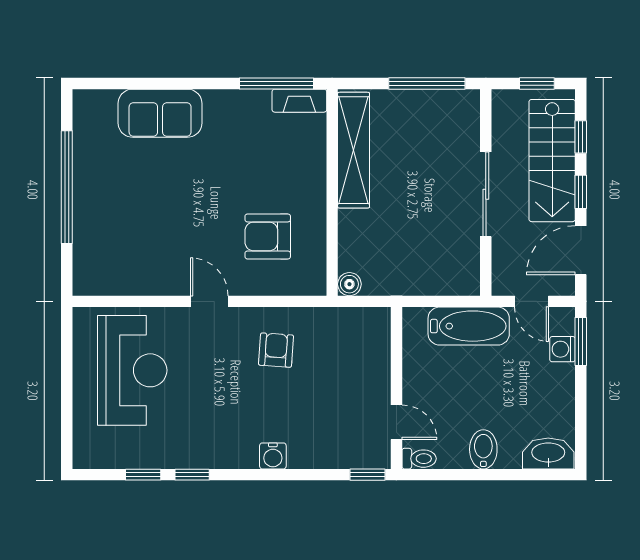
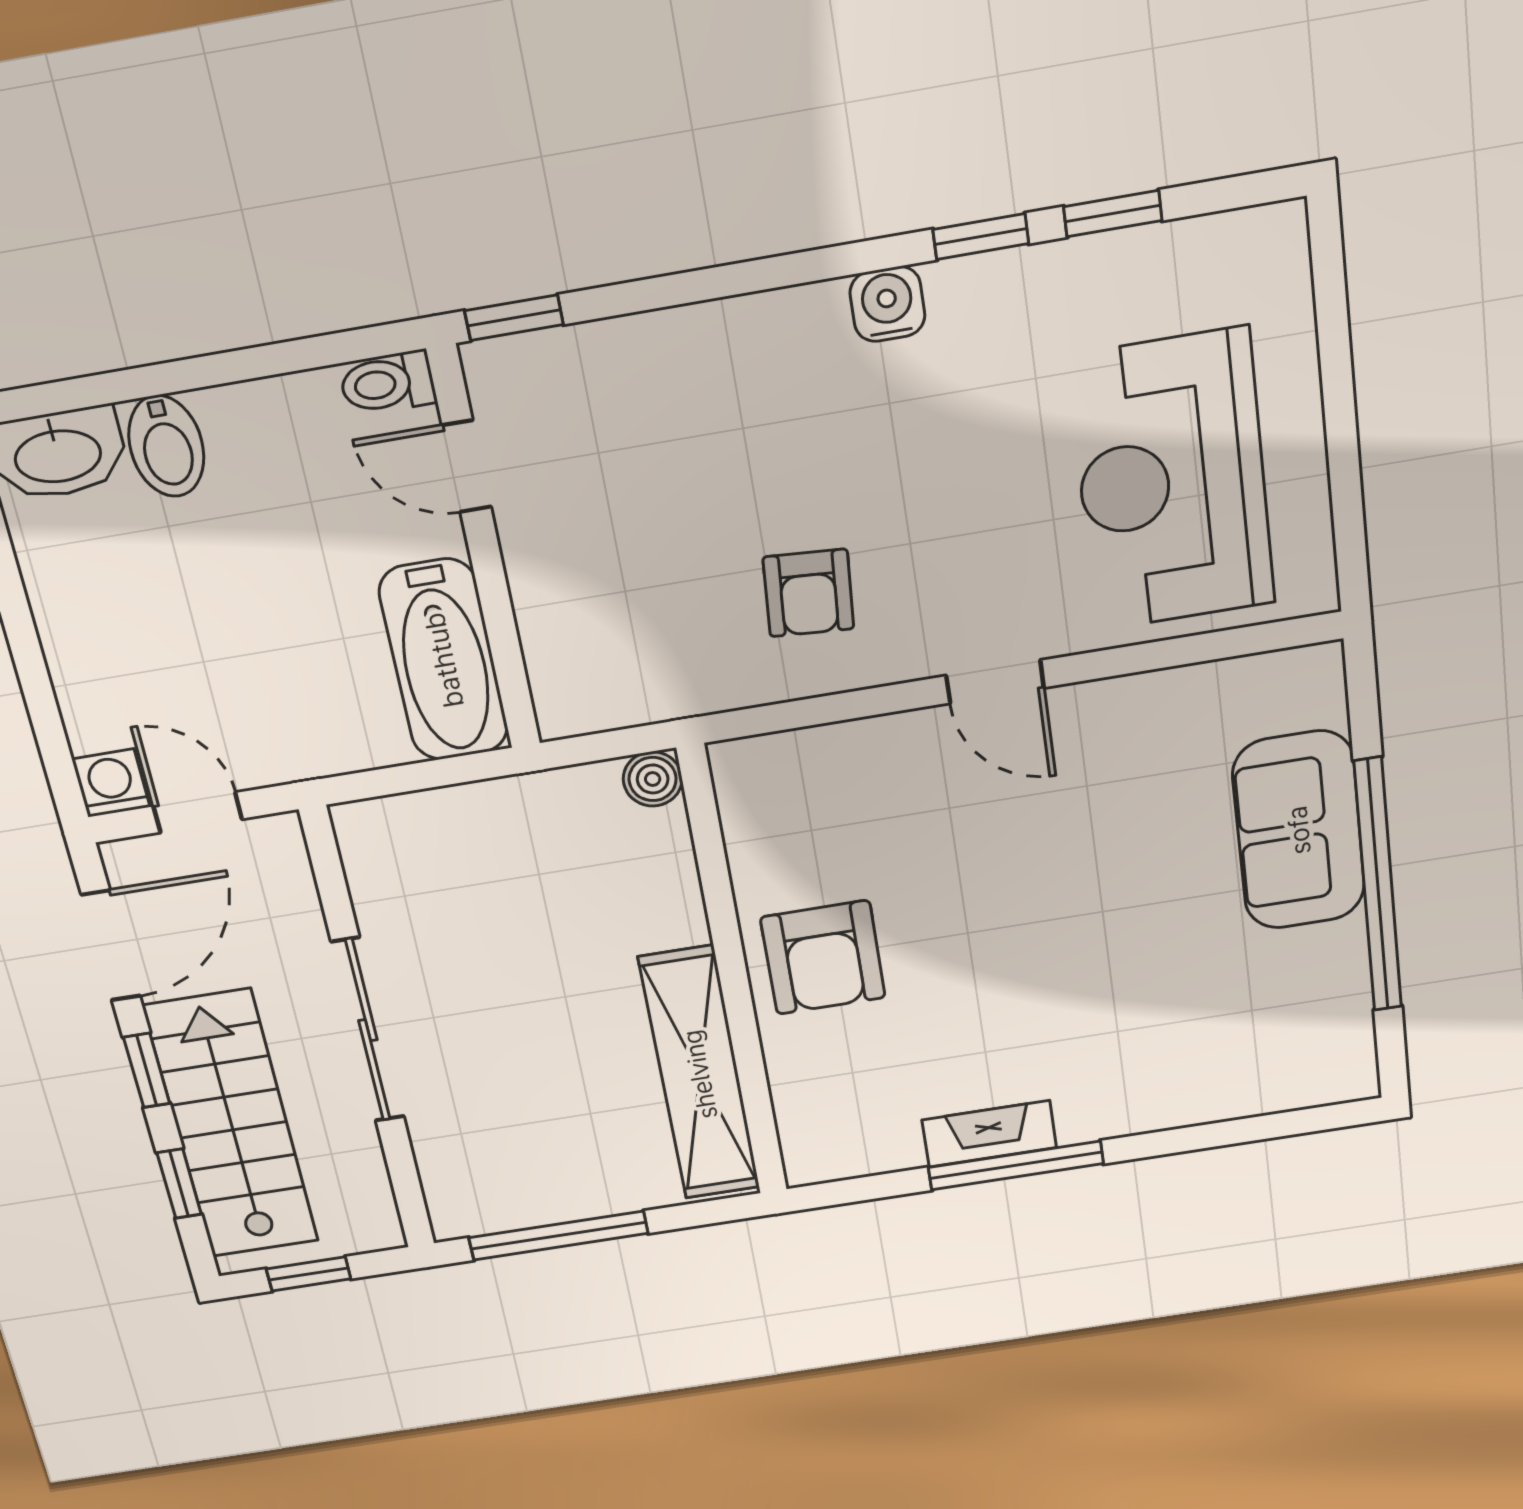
window: (276, 83) -> (1016, 1165), moved
fireplace: (299, 101) -> (989, 1134), moved
sofa: (160, 113) -> (1299, 830), moved, turned -90
armchair: (268, 236) -> (823, 958), moved, turned 90
bathtub: (469, 326) -> (444, 660), moved, turned -90
window: (581, 341) -> (52, 740), removed
washing machine: (563, 349) -> (111, 783), moved, turned -90
bidet: (483, 449) -> (166, 446), moved
water cooler: (273, 456) -> (887, 304), moved

